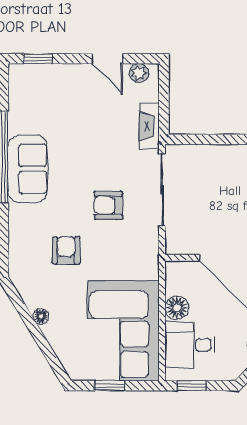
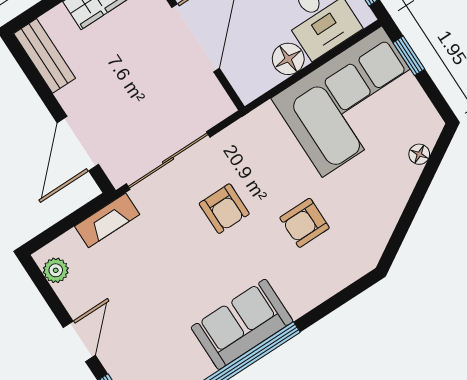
door: (107, 59) -> (79, 341), moved
door: (210, 139) -> (78, 144), added
floor lamp: (41, 316) -> (419, 154), moved
window: (110, 386) -> (409, 56), moved

